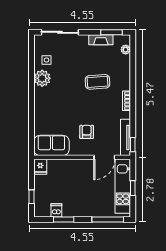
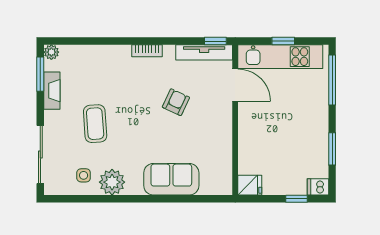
plant: (126, 50) -> (51, 52), moved
coffee table: (97, 82) -> (95, 124), moved
armchair: (87, 132) -> (176, 102), moved, turned 115
sofa: (51, 145) -> (171, 179), moved, turned 90
dishwasher: (56, 210) -> (318, 187), moved

